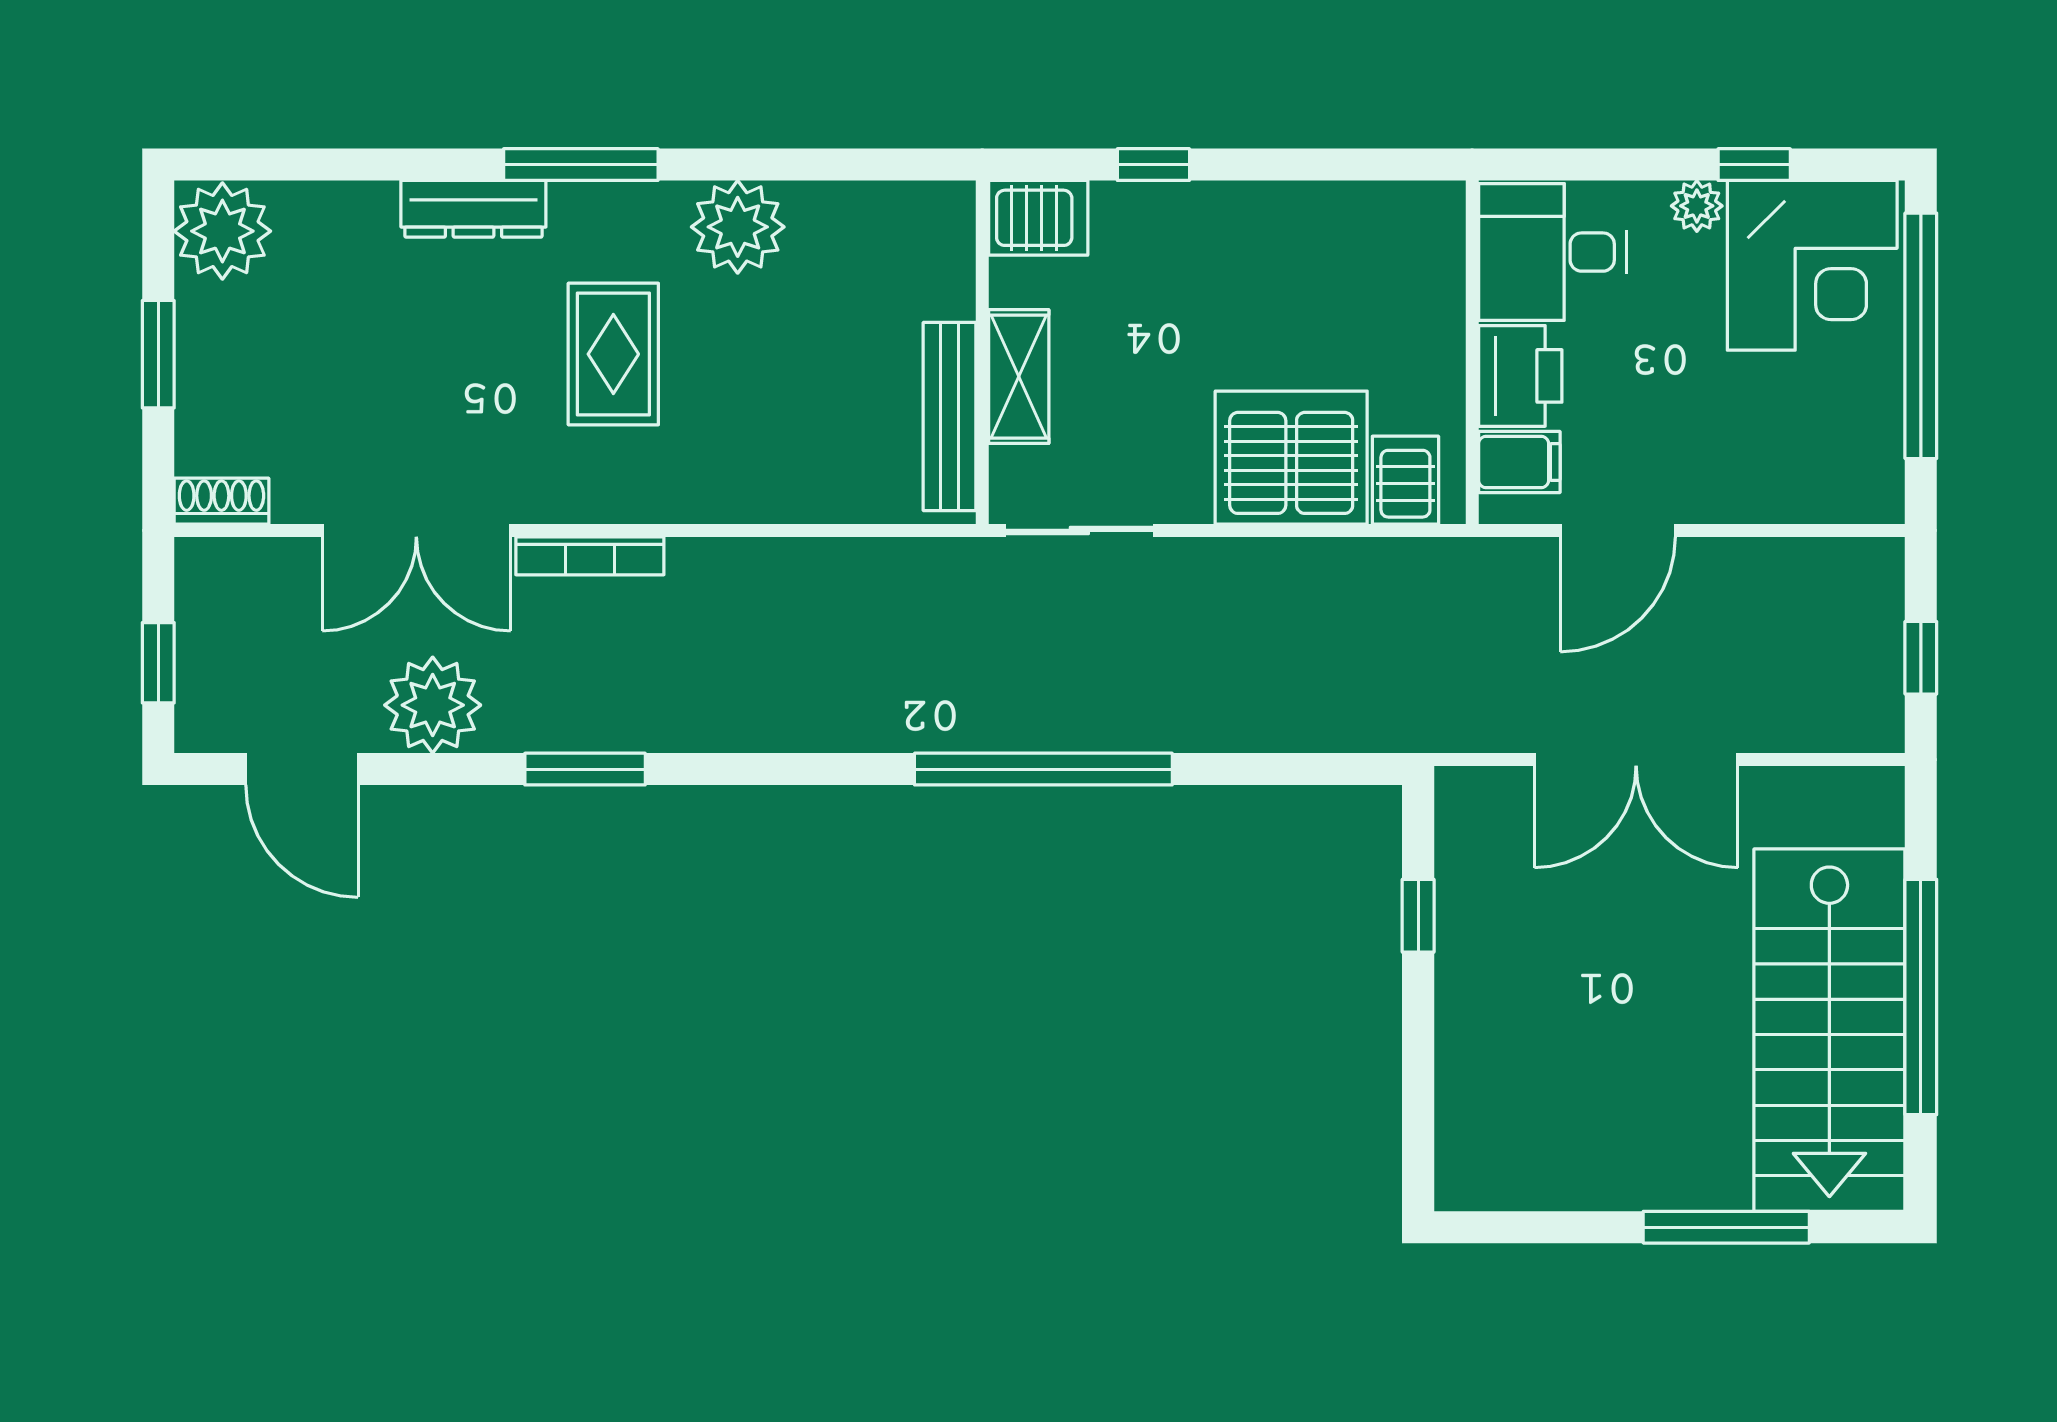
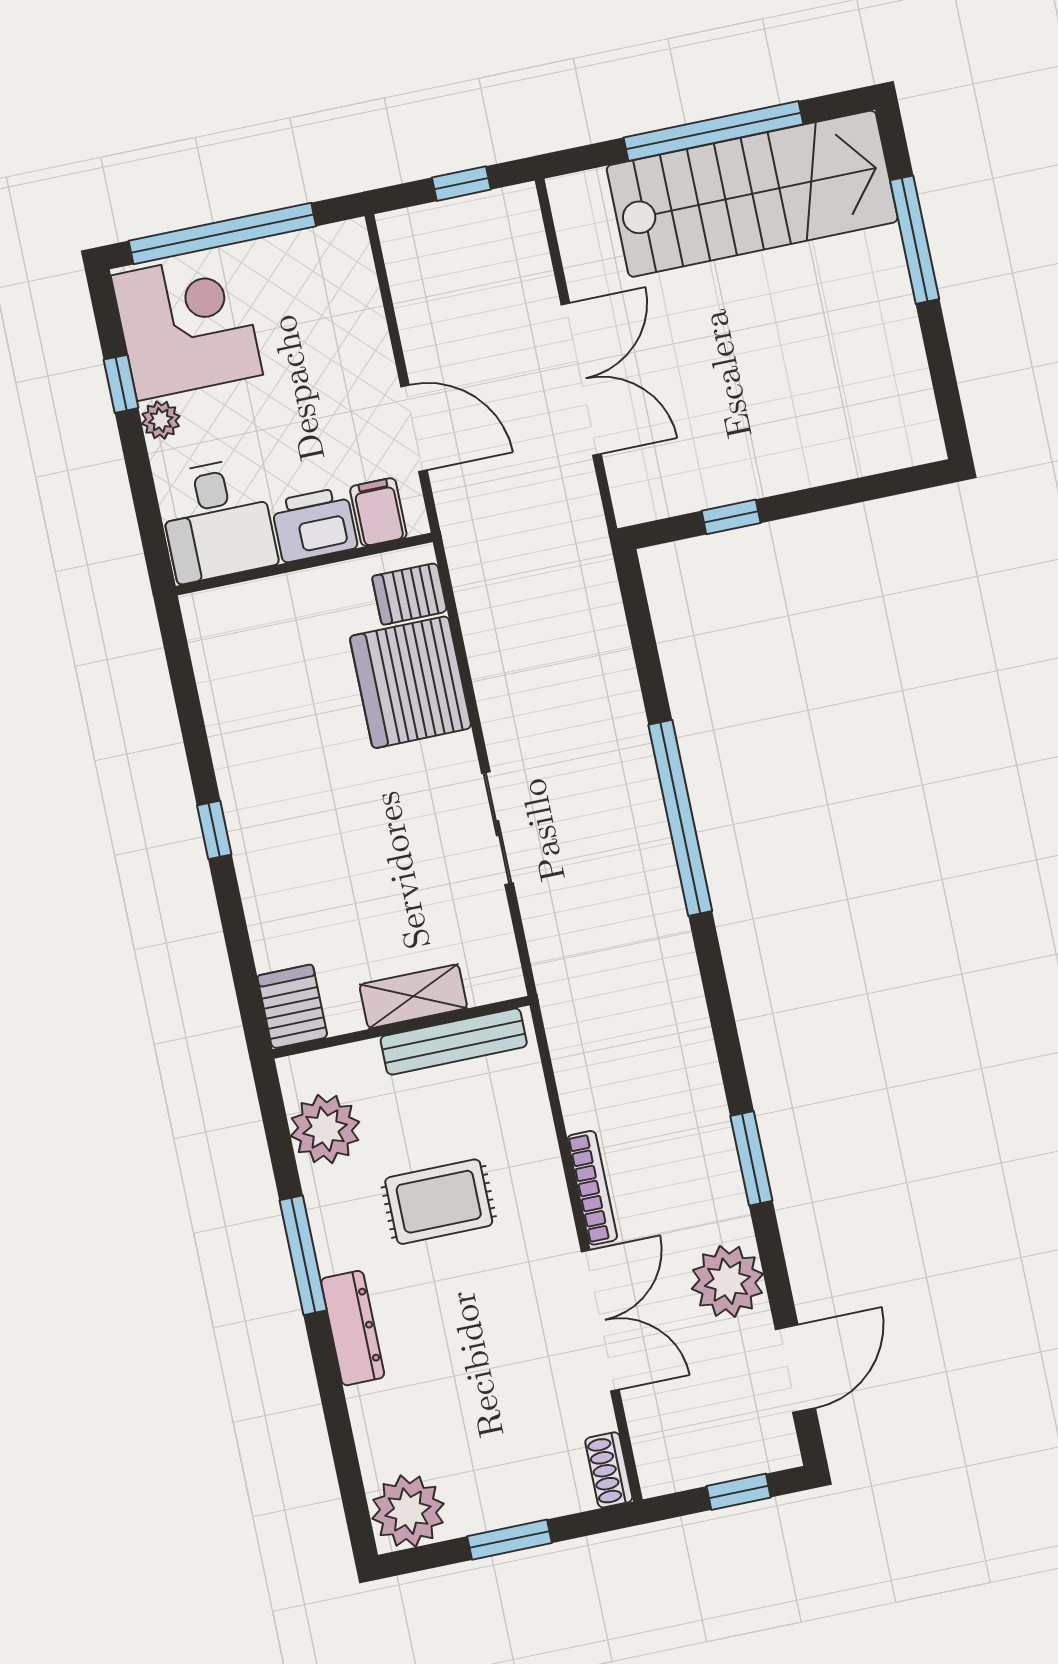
server rack: (1038, 218) -> (292, 1007), moved
wall: (982, 352) -> (401, 1027), moved
shelving: (1019, 377) -> (413, 996), moved
bench: (950, 416) -> (454, 1042), moved

